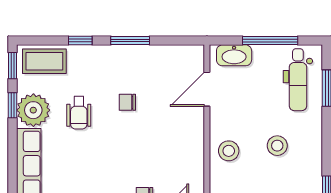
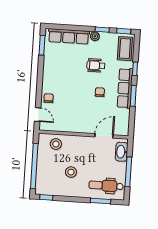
row of seats: (117, 57) -> (125, 88), added
door: (207, 89) -> (104, 136), hinge flipped
plant: (33, 110) -> (95, 36), width x0.53, depth x0.53
stool: (229, 151) -> (56, 144), moved

